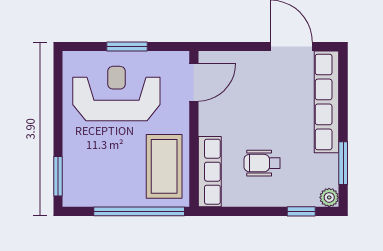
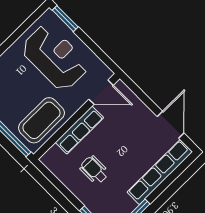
window: (127, 47) -> (65, 19), moved
row of seats: (210, 172) -> (79, 130), moved

